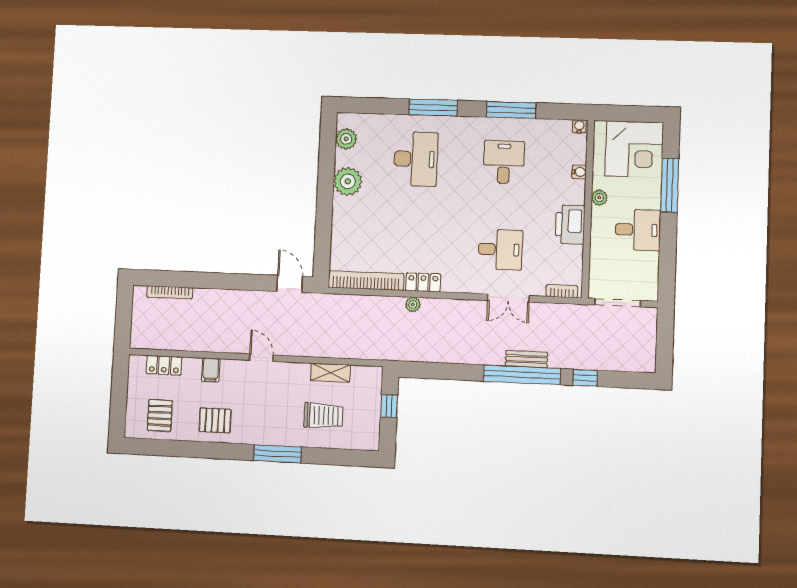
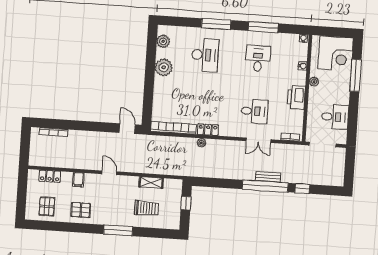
desk: (638, 230) -> (335, 117), moved

